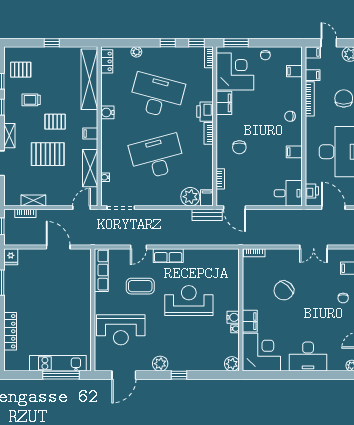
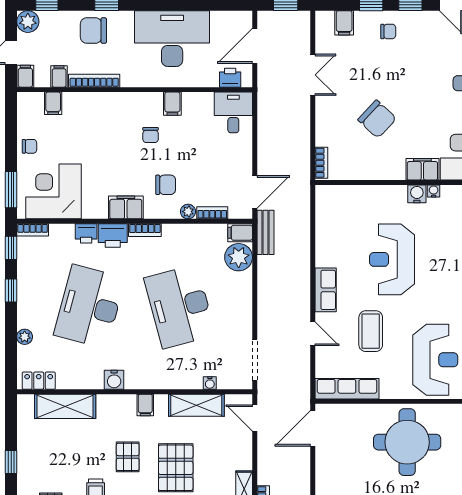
shelving: (89, 79) -> (65, 406), width x0.68
printer: (206, 94) -> (86, 233), added
filing cabinet: (224, 103) -> (126, 207), moved
chair: (290, 116) -> (151, 135), moved
plant: (221, 162) -> (188, 212), added
door: (58, 247) -> (313, 428), moved
round table: (65, 311) -> (407, 442), added

